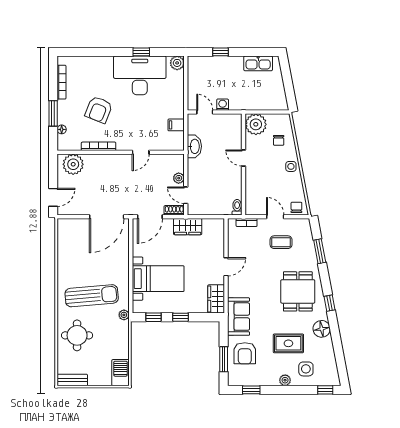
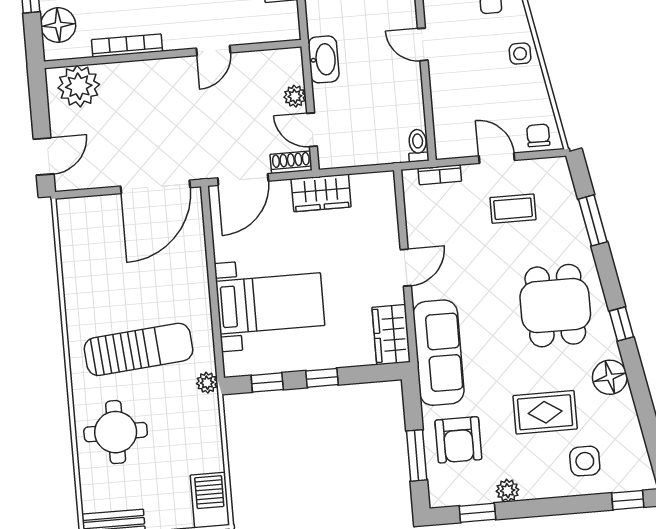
floor lamp: (62, 129) -> (58, 25), width x1.89, depth x1.89
washbasin: (194, 146) -> (324, 59), moved
sofa: (239, 317) -> (438, 353), width x1.36
plant: (285, 380) -> (508, 491), moved

